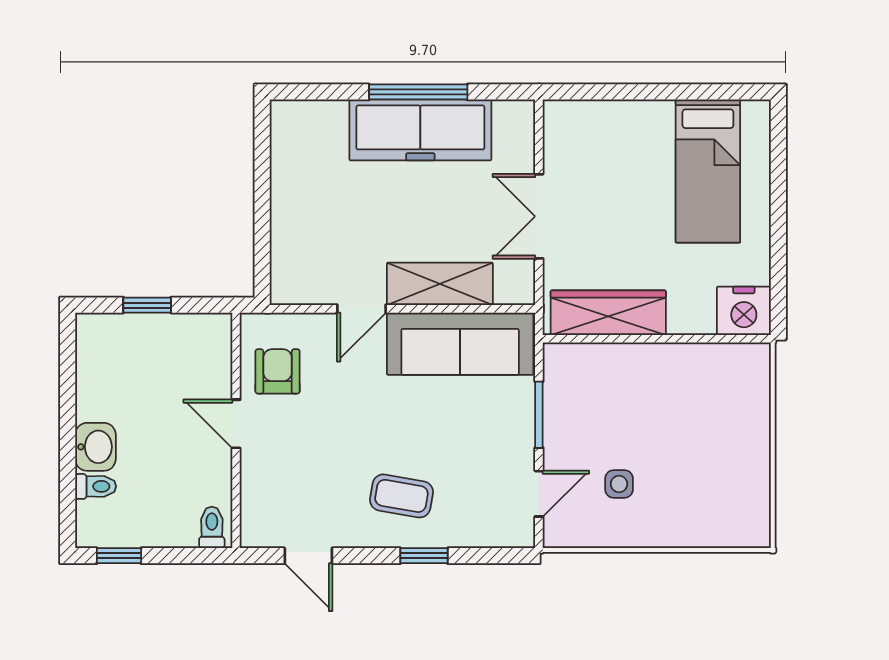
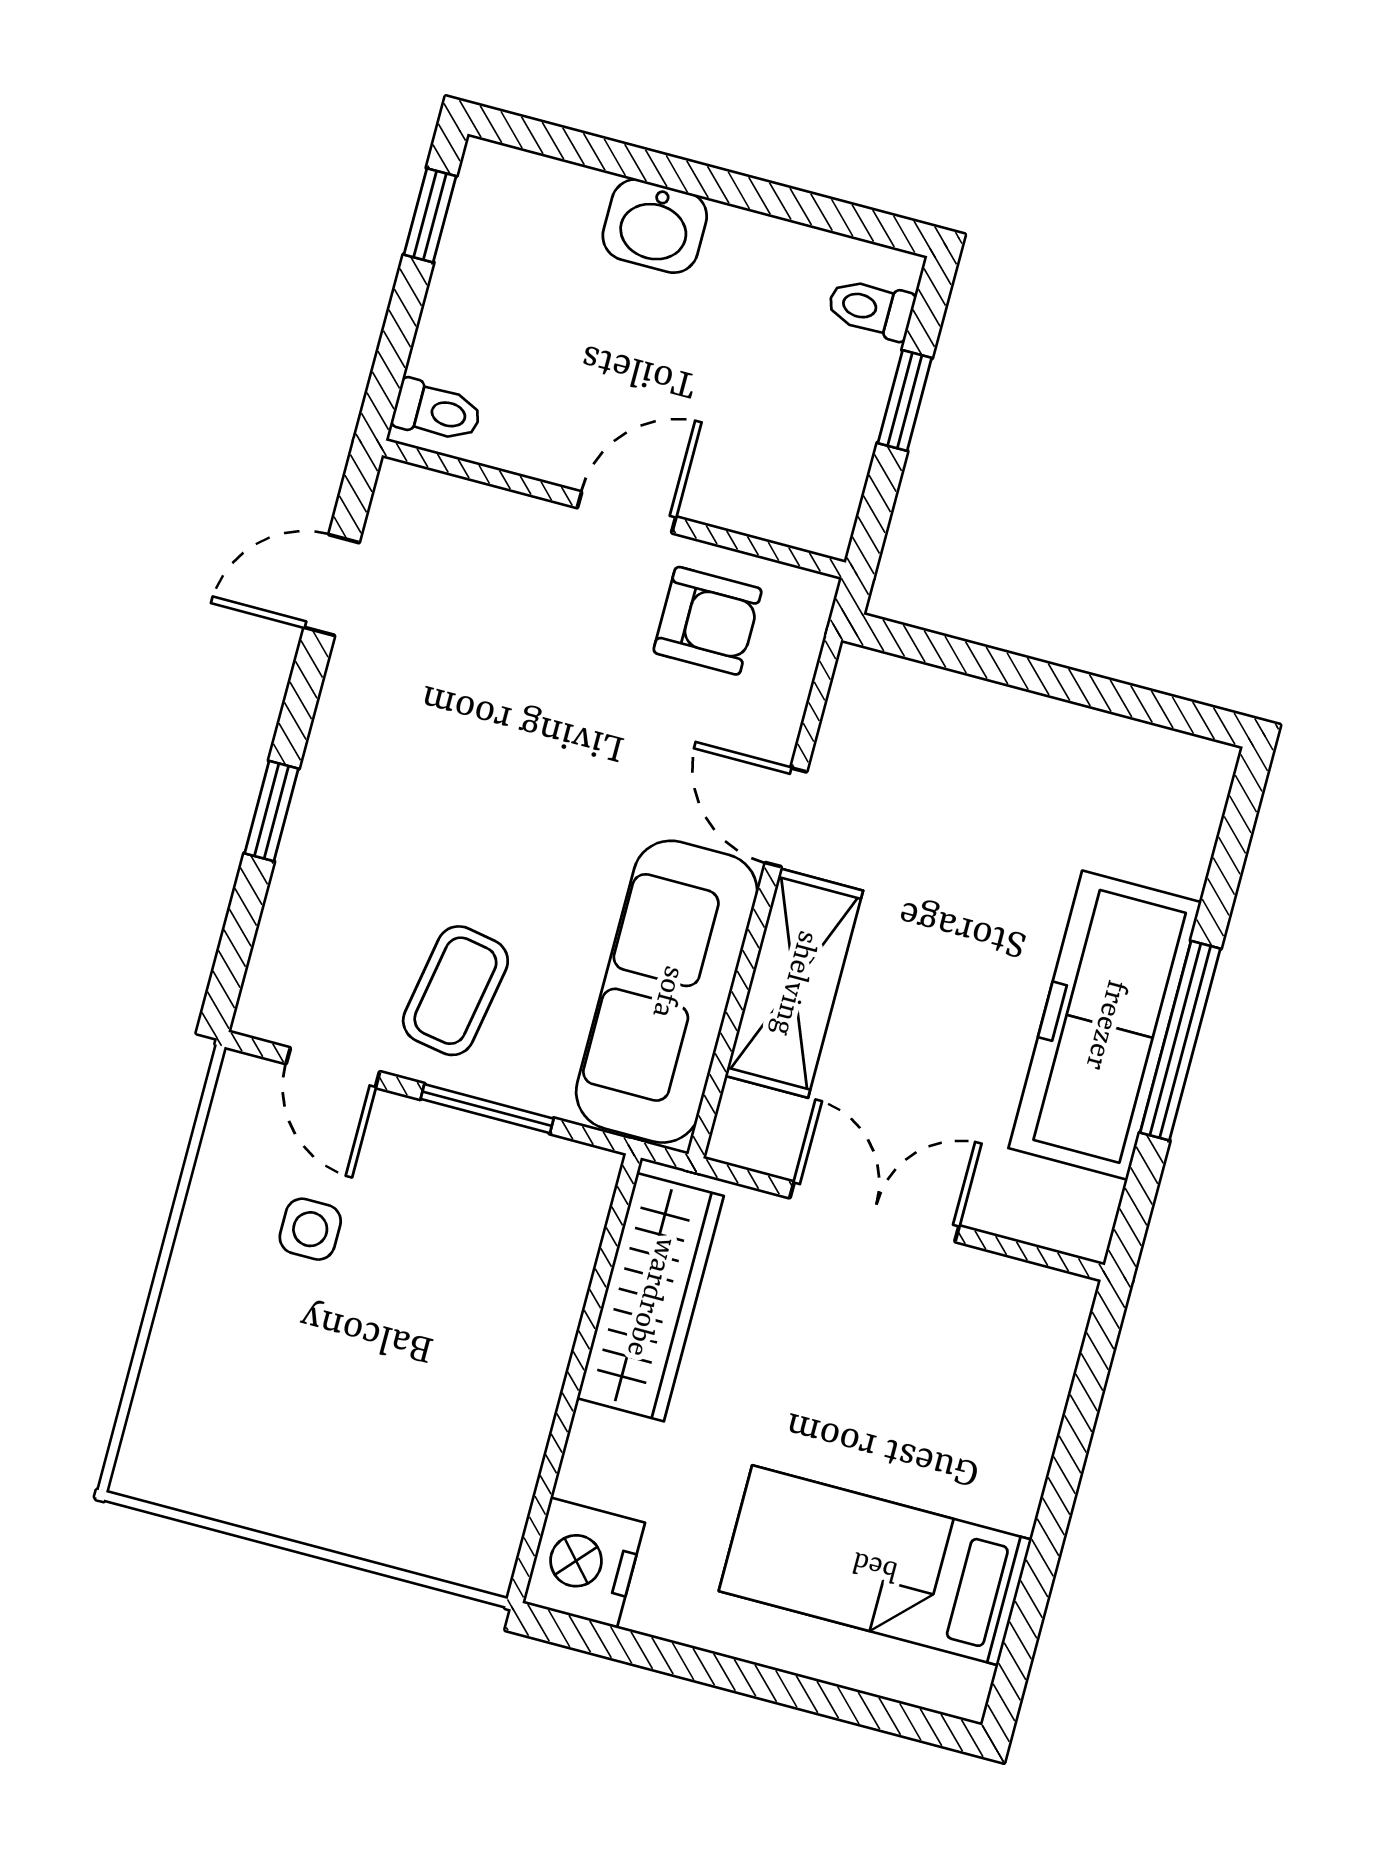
toilet: (96, 486) -> (871, 309), moved, turned 90
coffee table: (401, 496) -> (455, 991), moved

